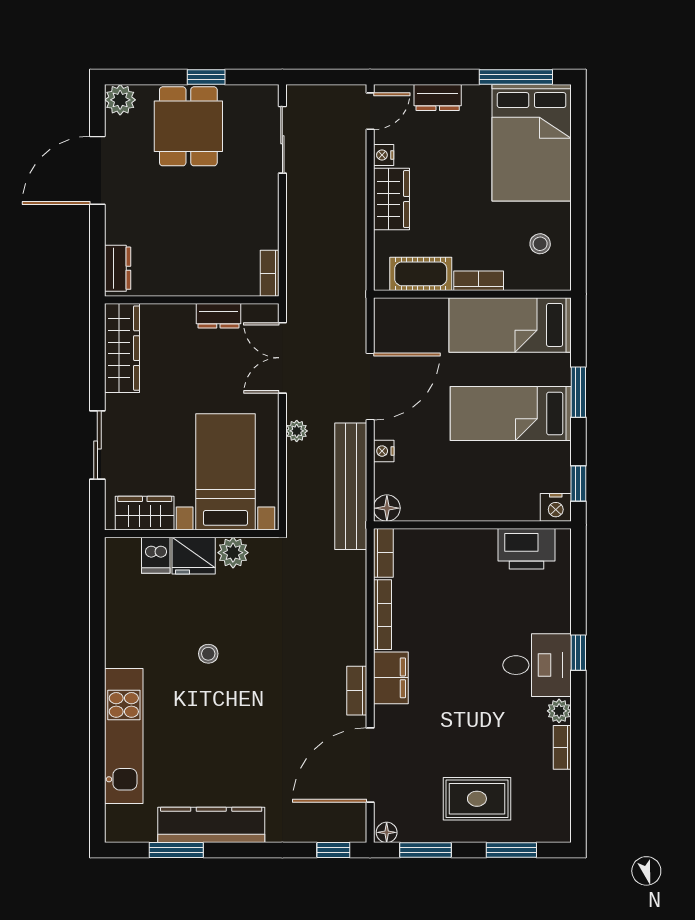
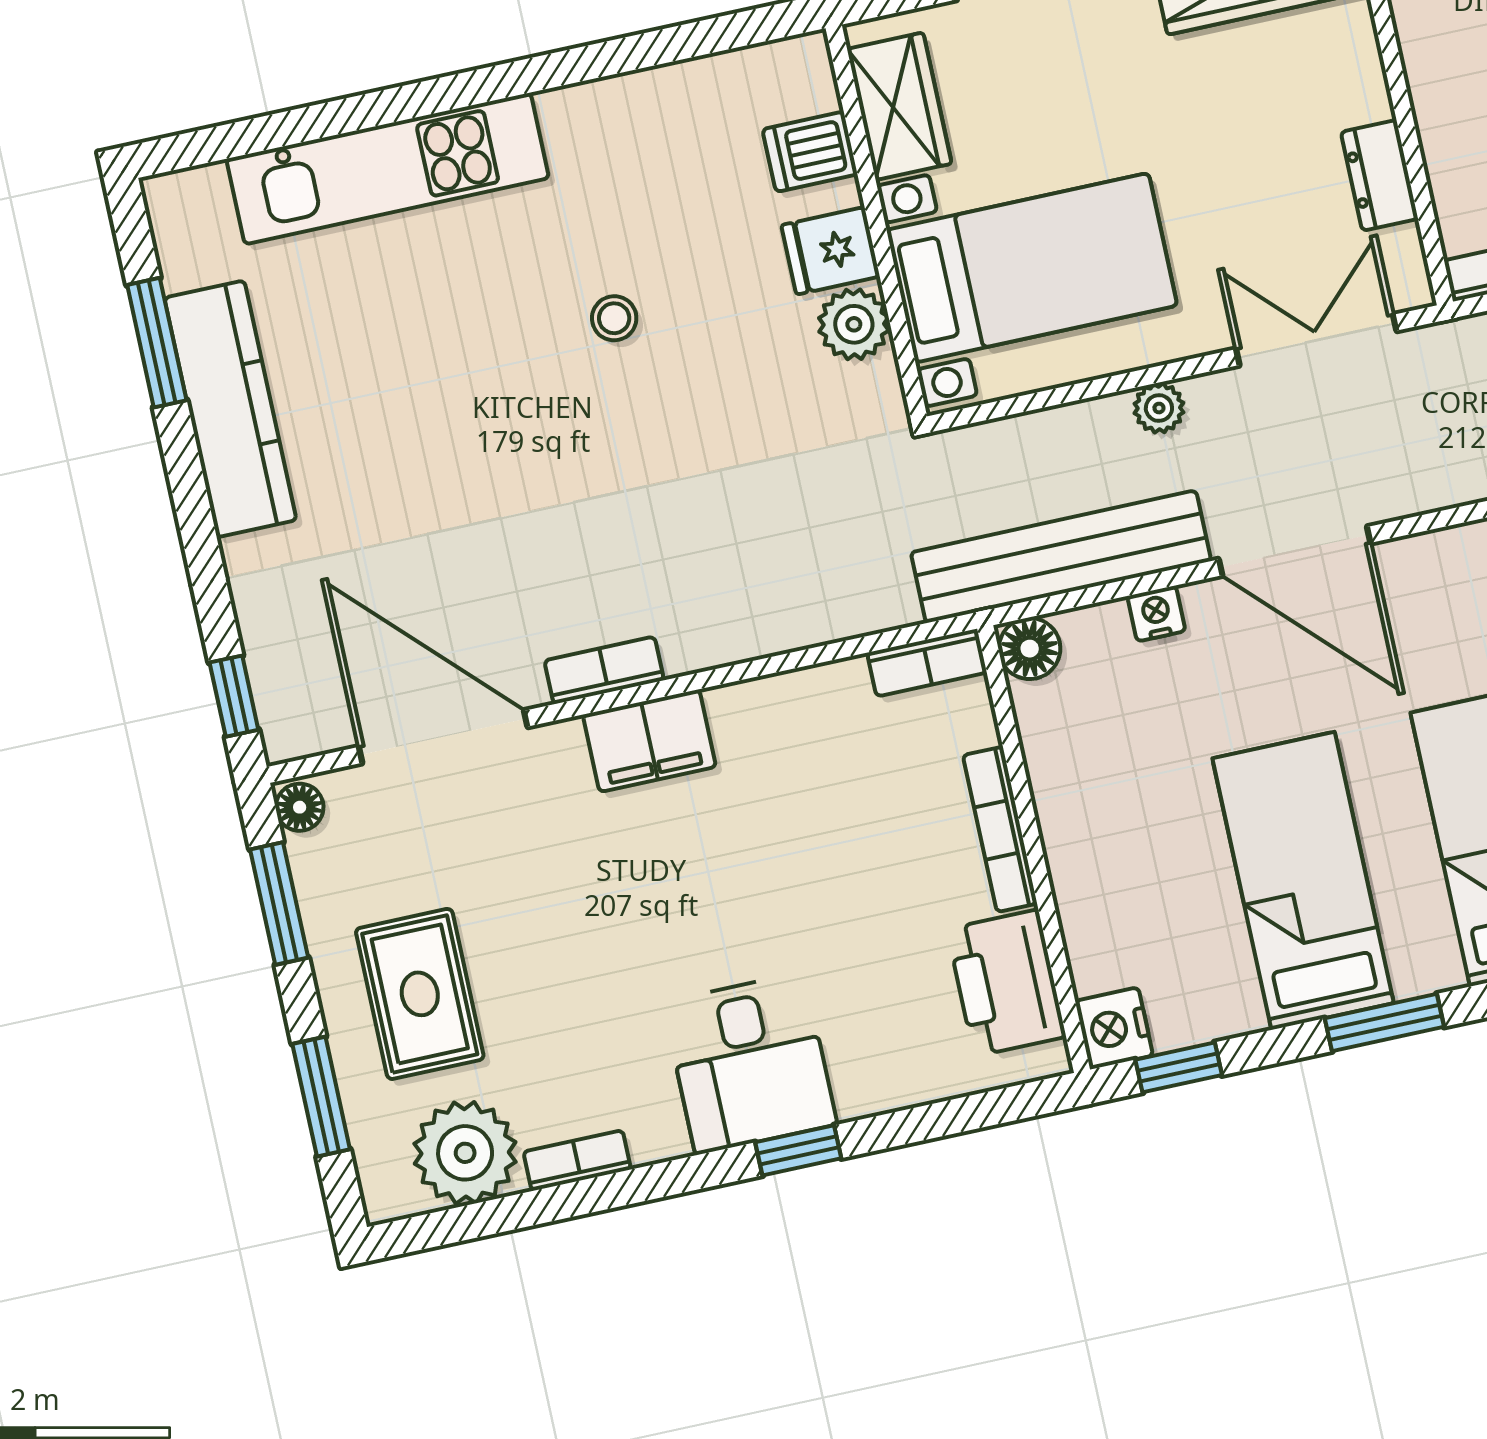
fridge: (194, 556) -> (831, 251), width x0.72
bookcase: (382, 615) -> (1000, 829), moved, turned 90
plant: (559, 711) -> (465, 1153), moved, width x1.88, depth x1.88

